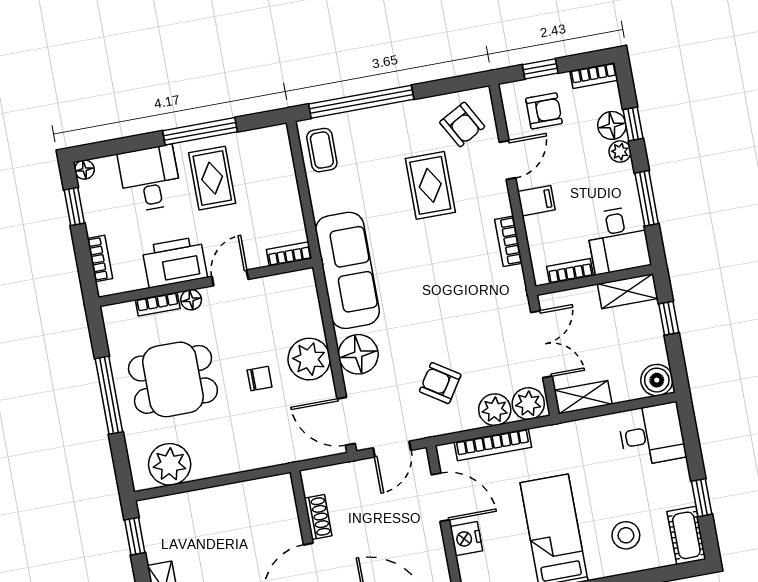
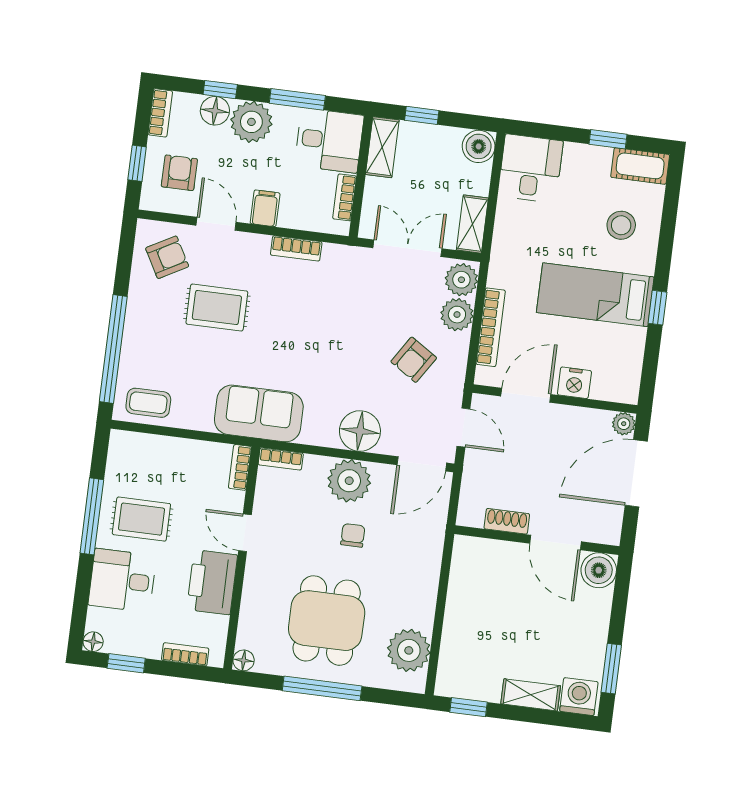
plant: (620, 152) -> (251, 122), width x1.87, depth x1.87
sofa: (347, 270) -> (259, 413), width x0.73
floor lamp: (191, 300) -> (244, 660), moved
bookcase: (158, 304) -> (281, 459), moved, turned 90

